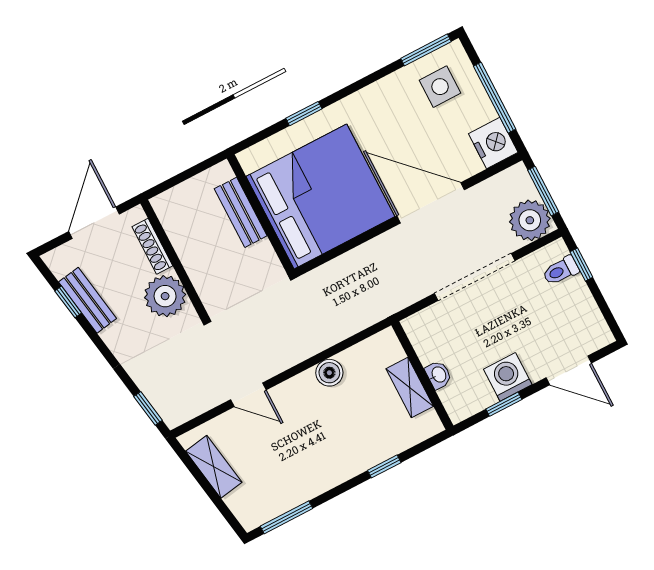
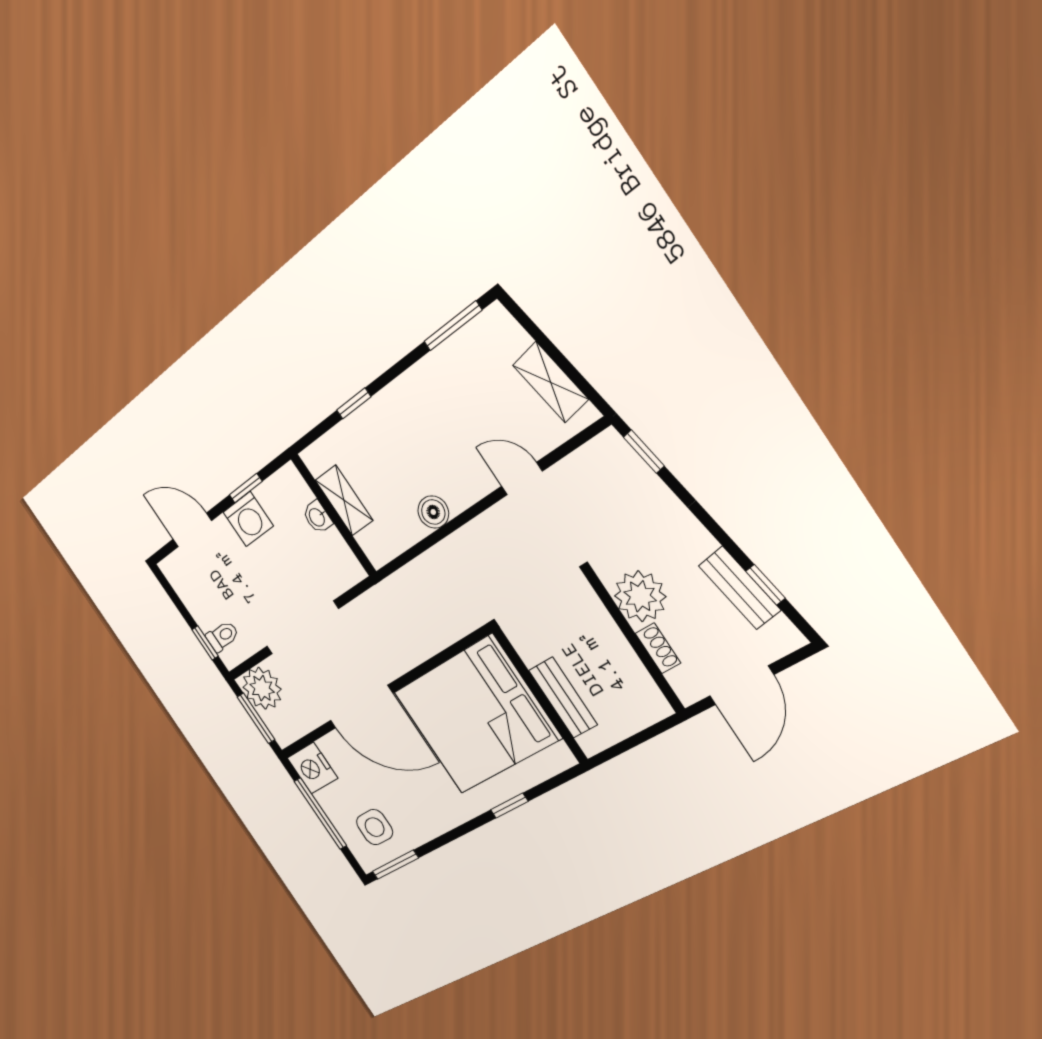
shoe rack: (152, 246) -> (658, 648), width x0.70

